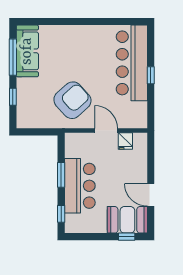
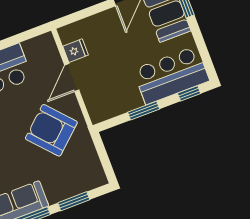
window: (13, 97) -> (74, 201), width x1.50
bar counter: (80, 186) -> (171, 75), moved

